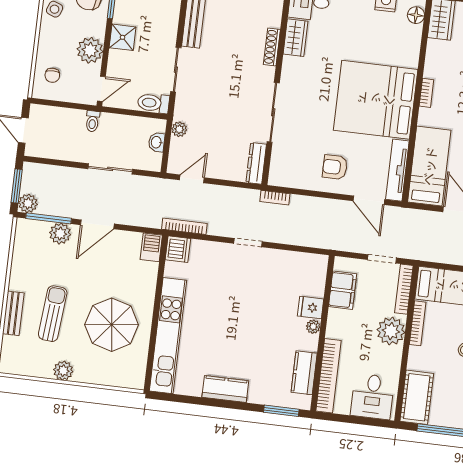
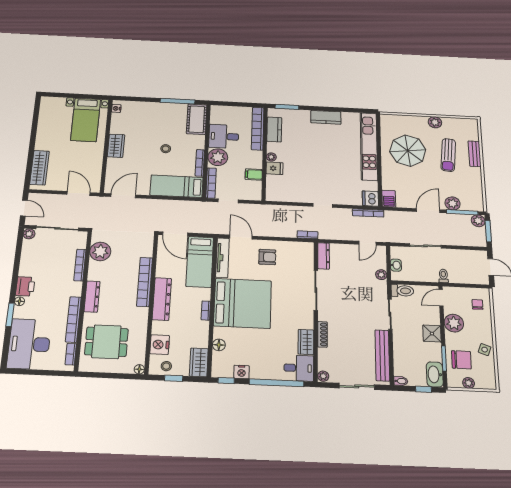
floor lamp: (416, 15) -> (219, 345), moved
filing cabinet: (343, 290) -> (254, 174), width x0.50
desk: (373, 396) -> (224, 136), moved, turned -90

